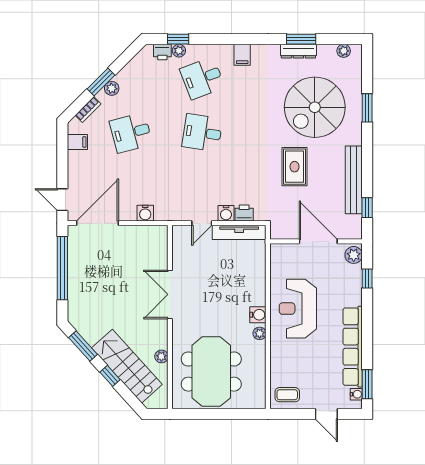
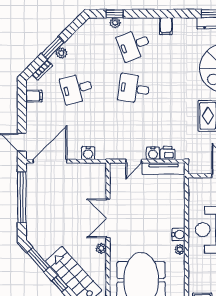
printer: (162, 52) -> (102, 24), removed
plant: (161, 356) -> (101, 248), moved

